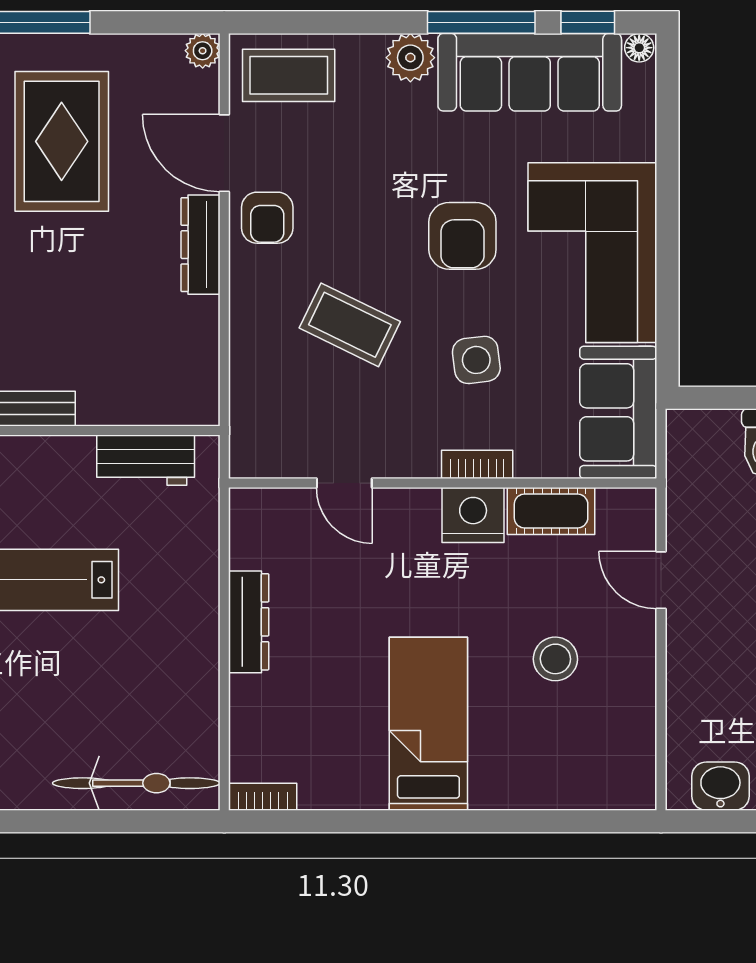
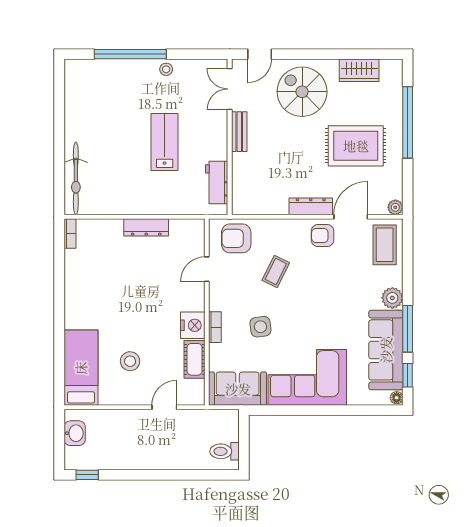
armchair: (462, 236) -> (236, 238), moved
coffee table: (350, 325) -> (276, 272), width x0.73, depth x0.77
bed: (428, 724) -> (81, 368), moved, turned -90

